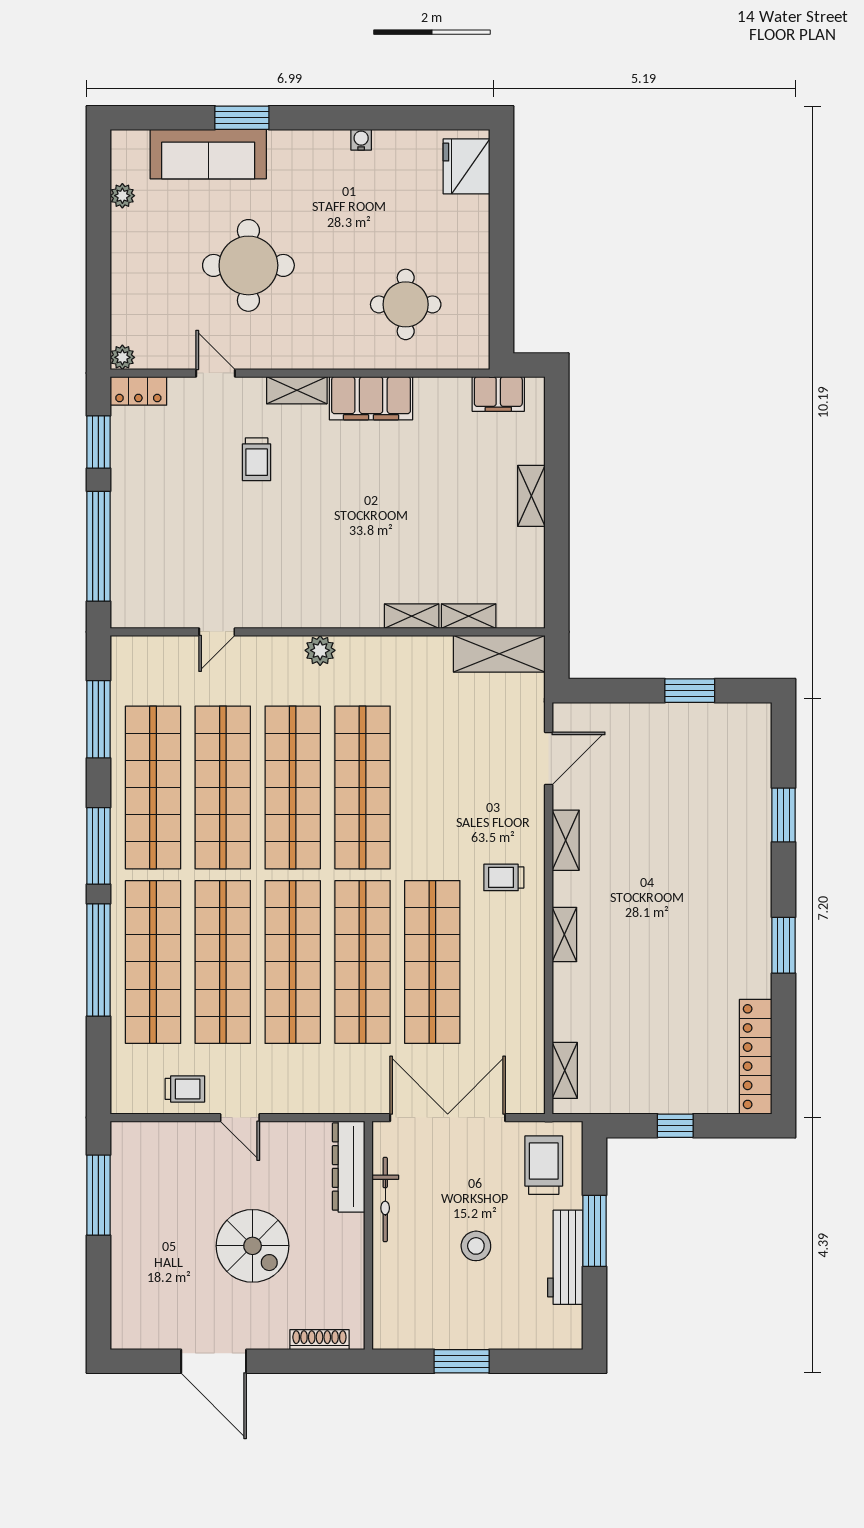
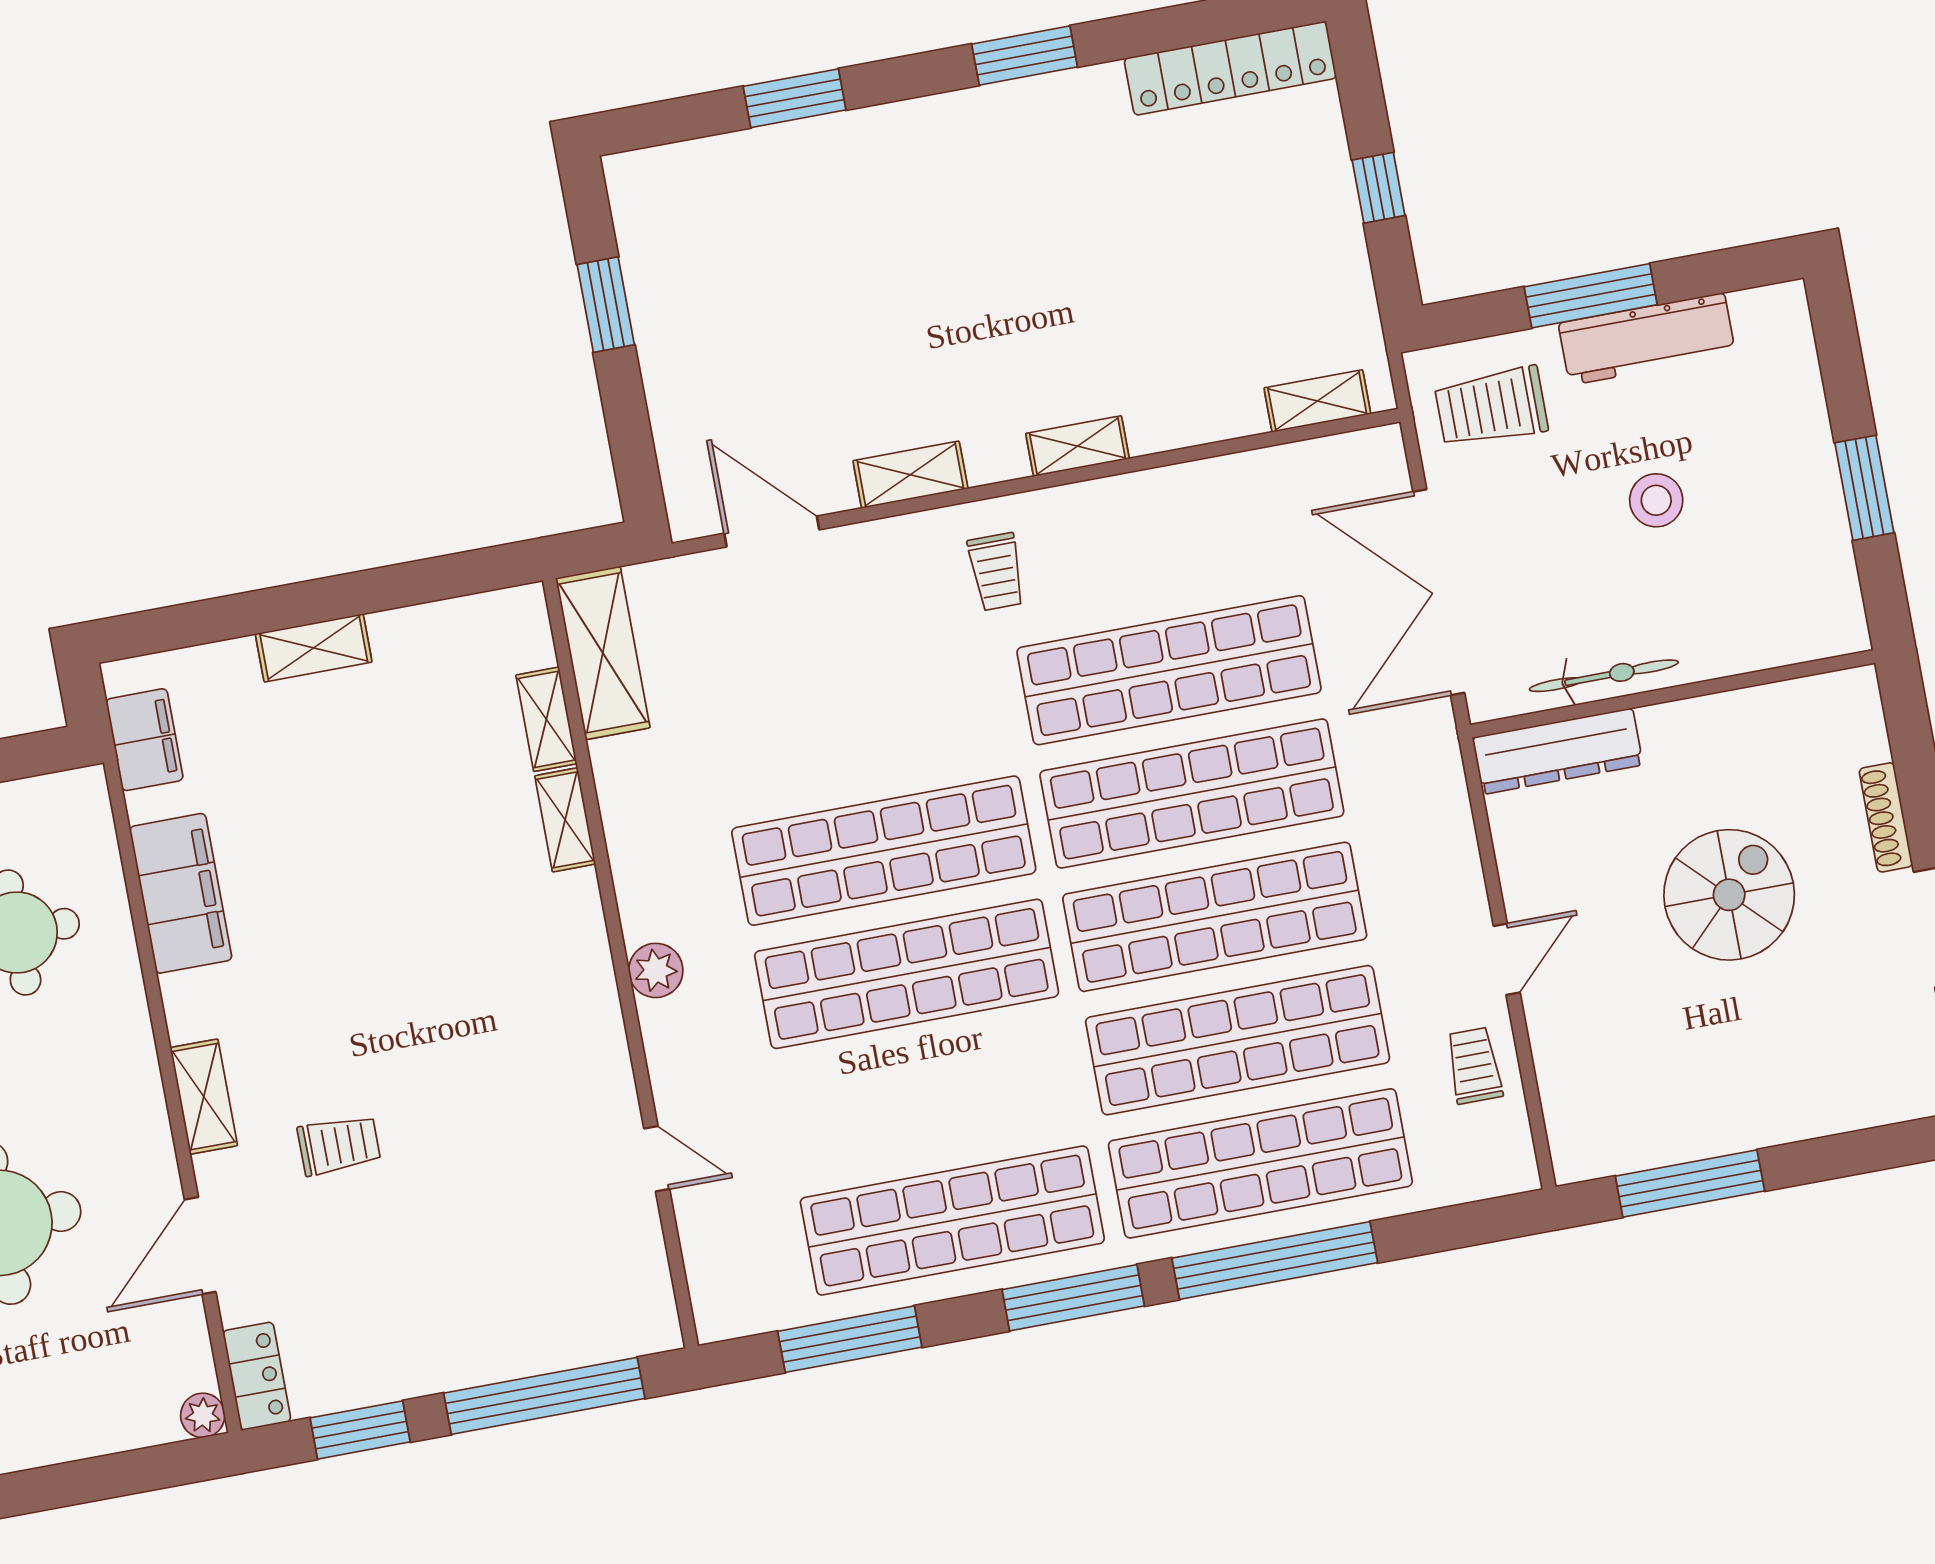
door: (216, 373) -> (200, 1246), width x1.38
filing cabinet: (371, 398) -> (181, 893), moved
shop shelf: (223, 787) -> (929, 1097), removed
shoe rack: (319, 1340) -> (1886, 817), moved

